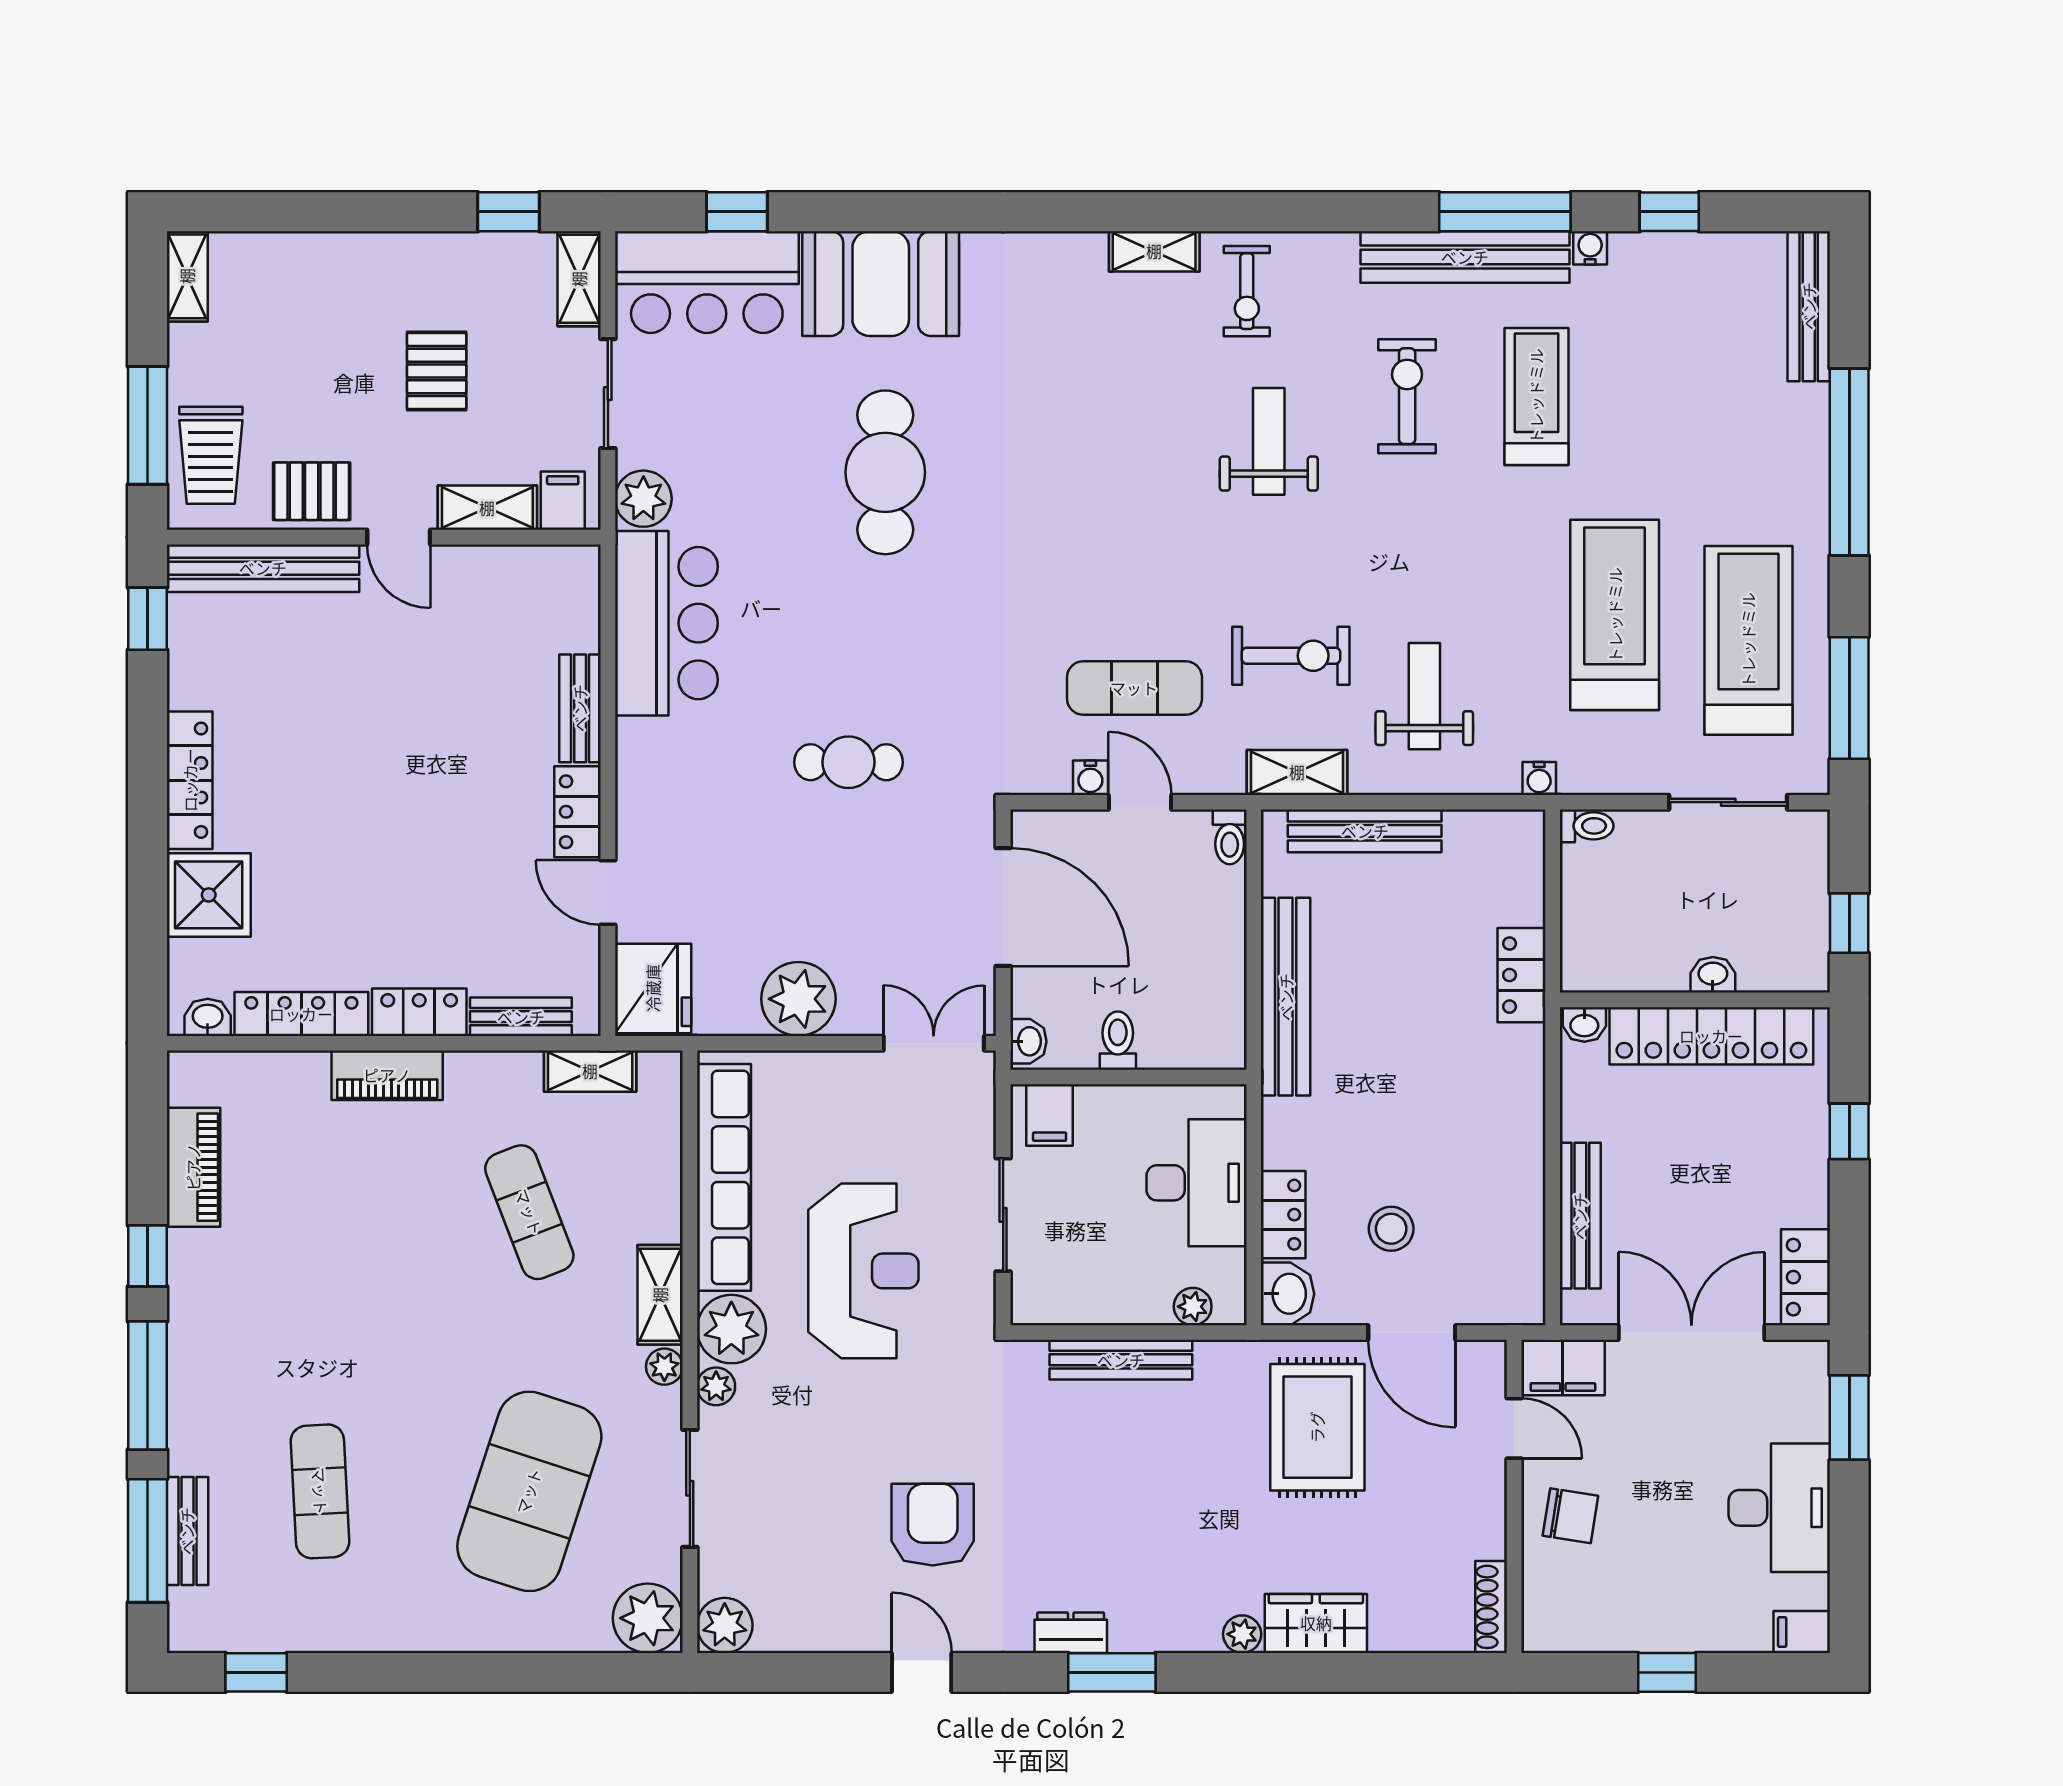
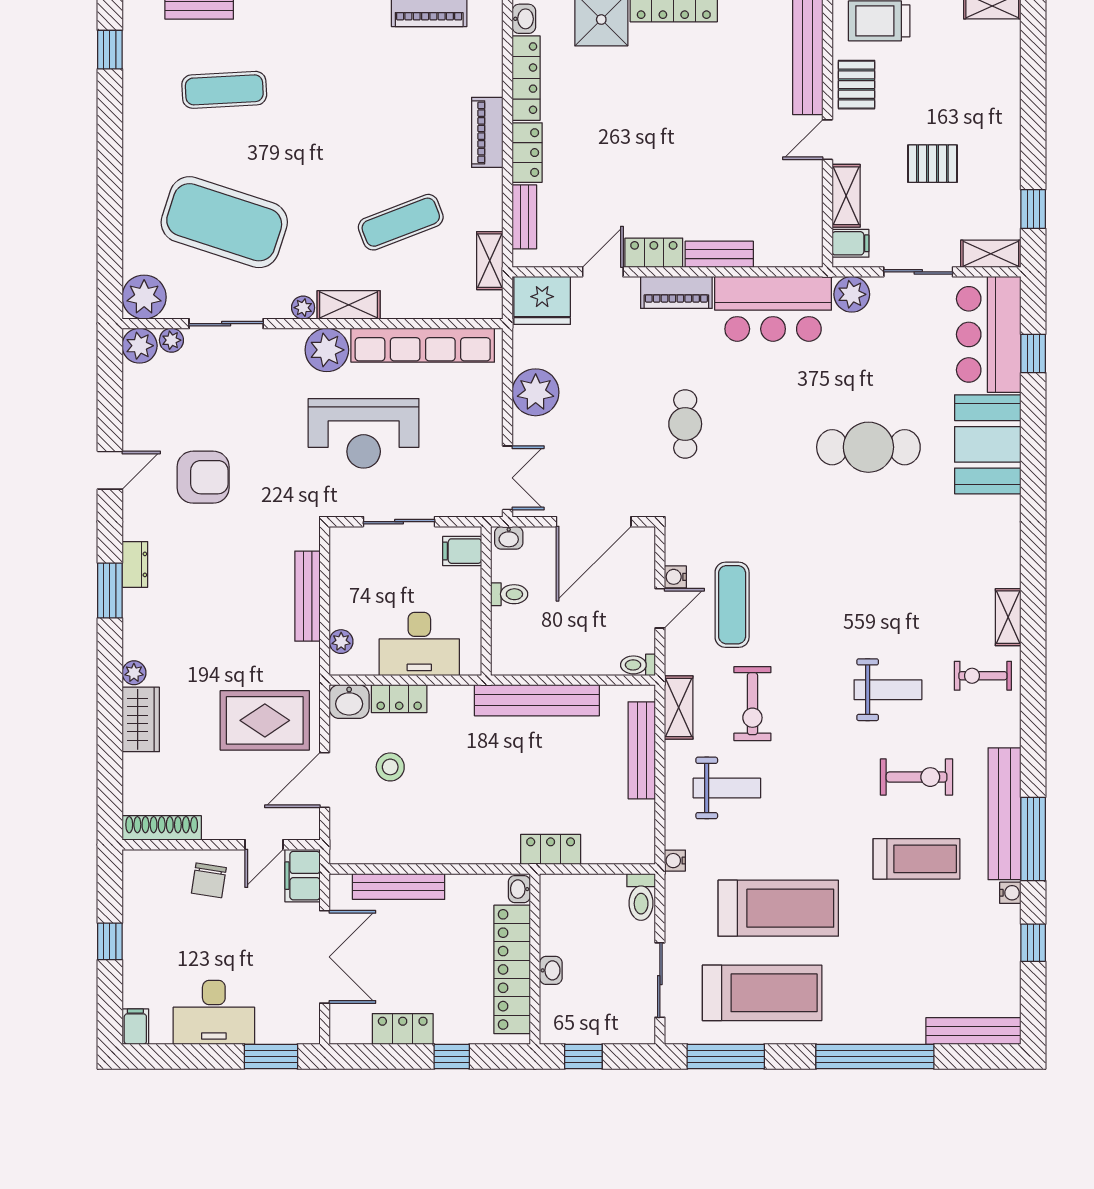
piano: (640, 776) -> (676, 292), added
toilet: (1587, 826) -> (641, 897), width x1.37, depth x1.39
locker: (1805, 1277) -> (403, 1029), moved
plant: (716, 1386) -> (171, 340), moved
shoe rack: (1491, 1607) -> (162, 828), width x1.36, depth x1.24

